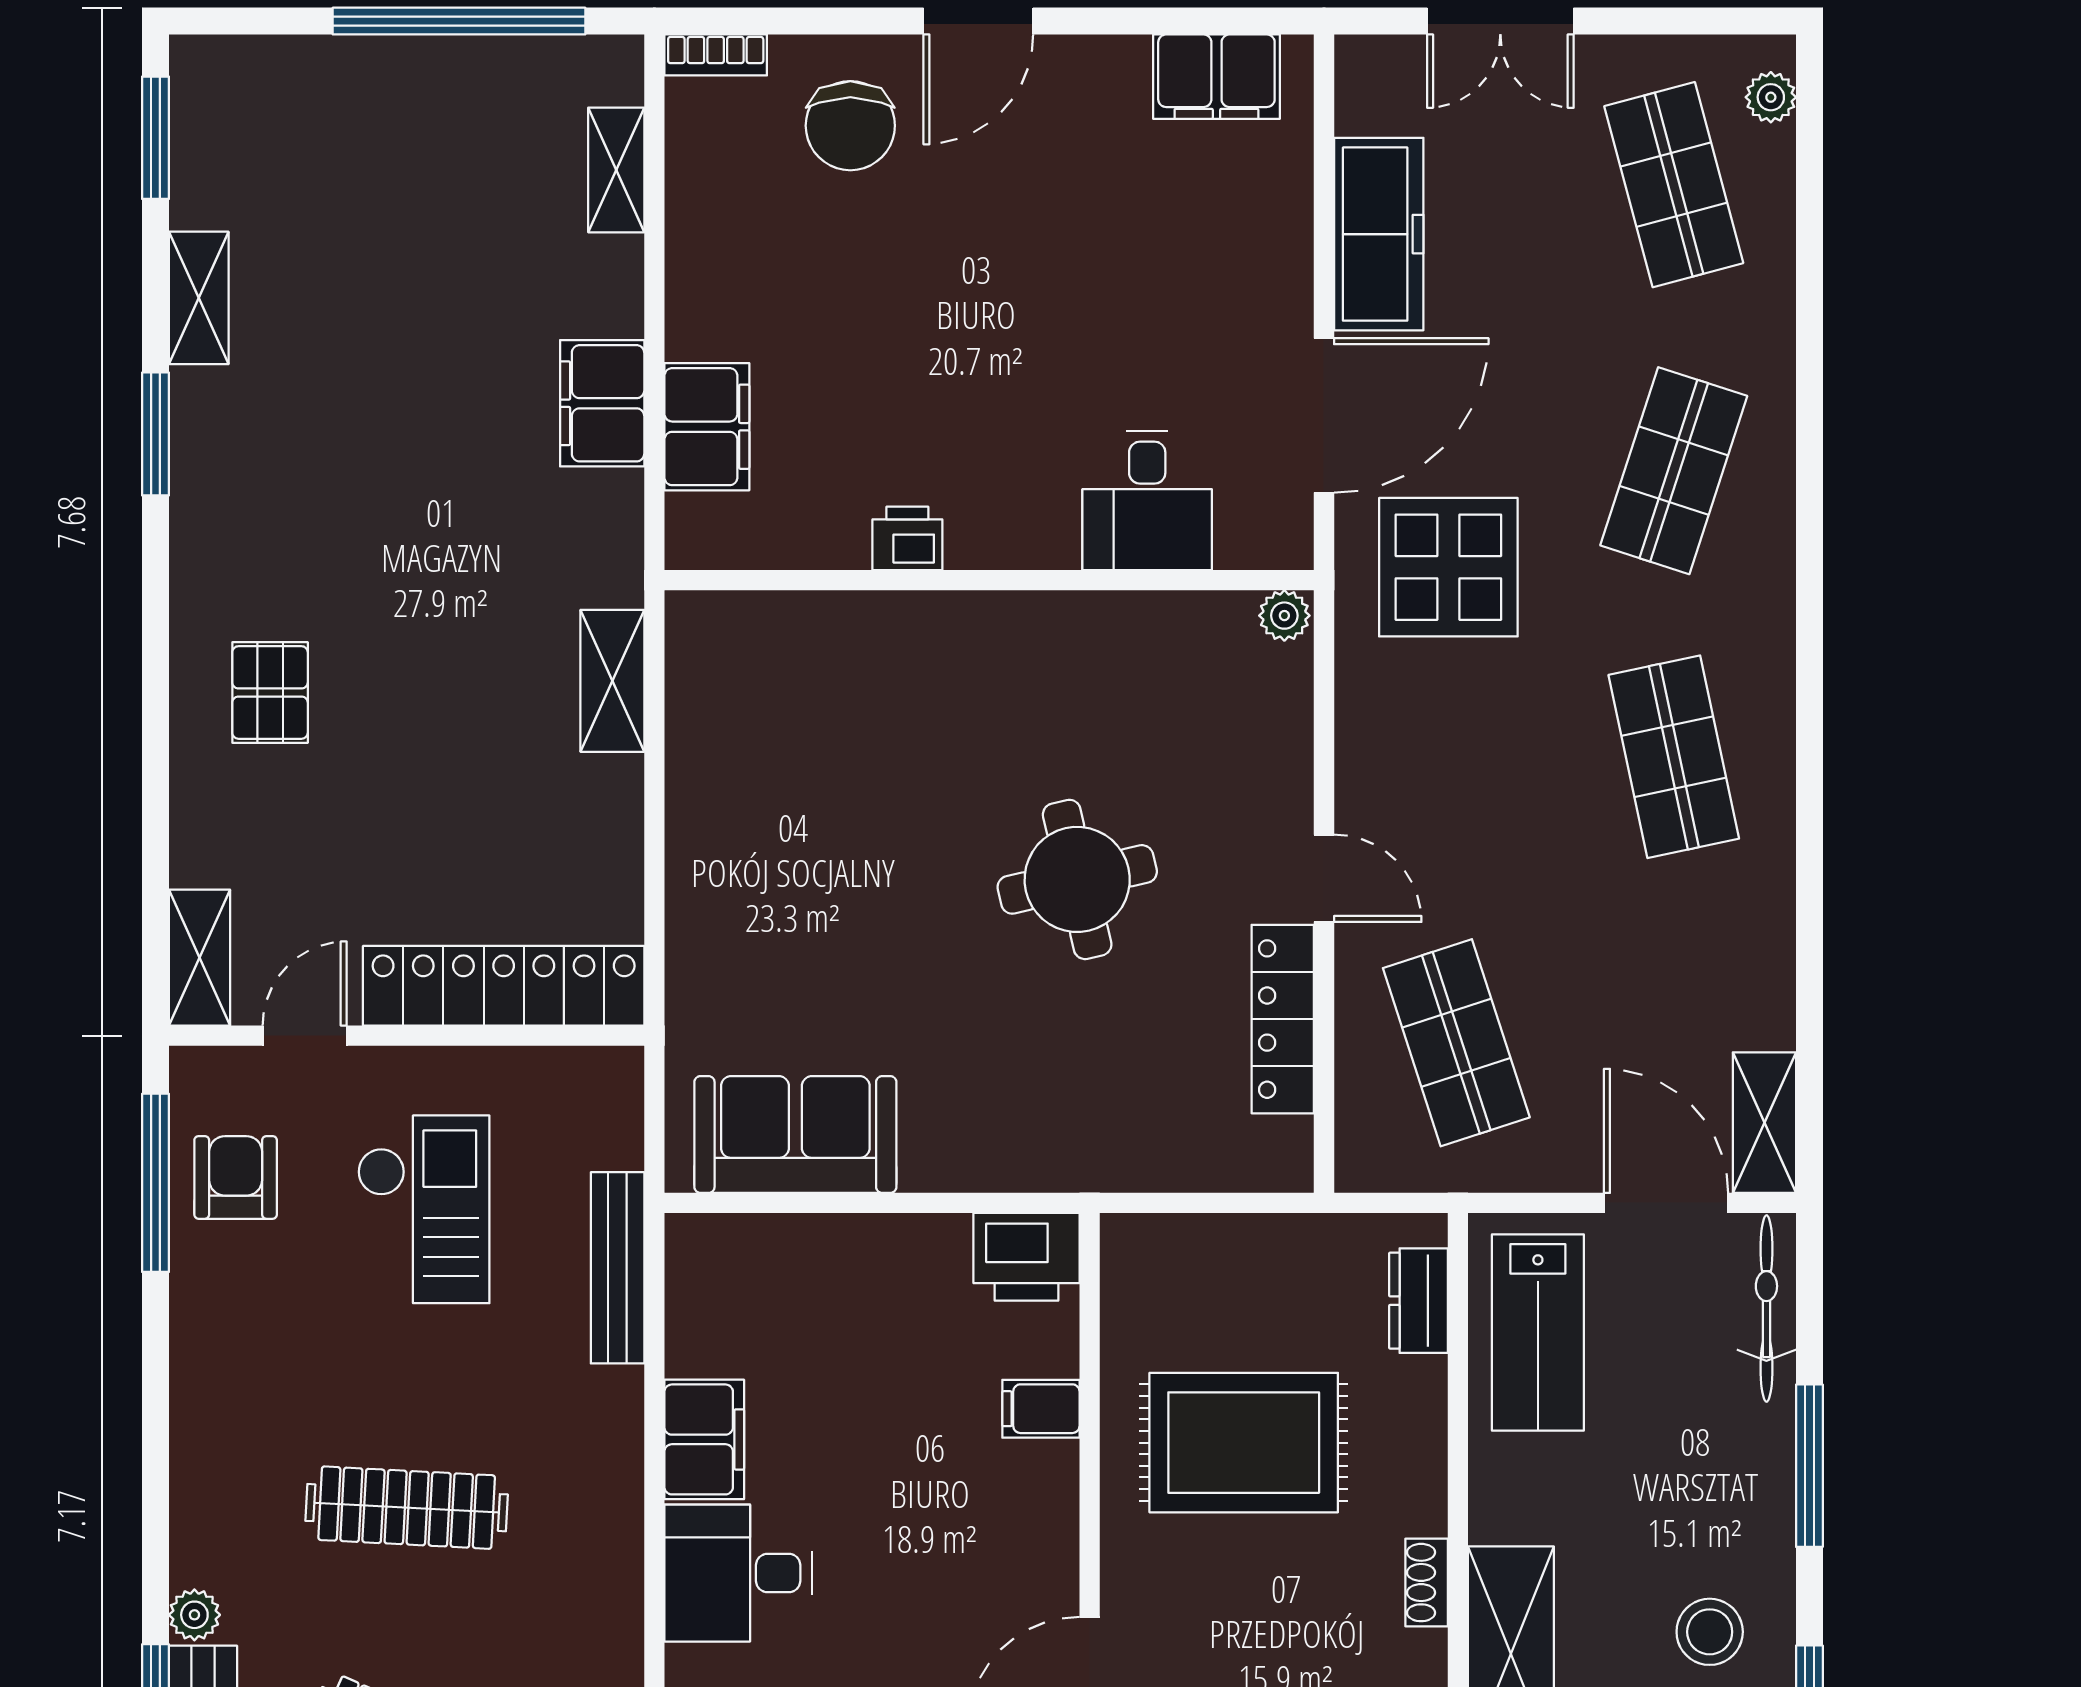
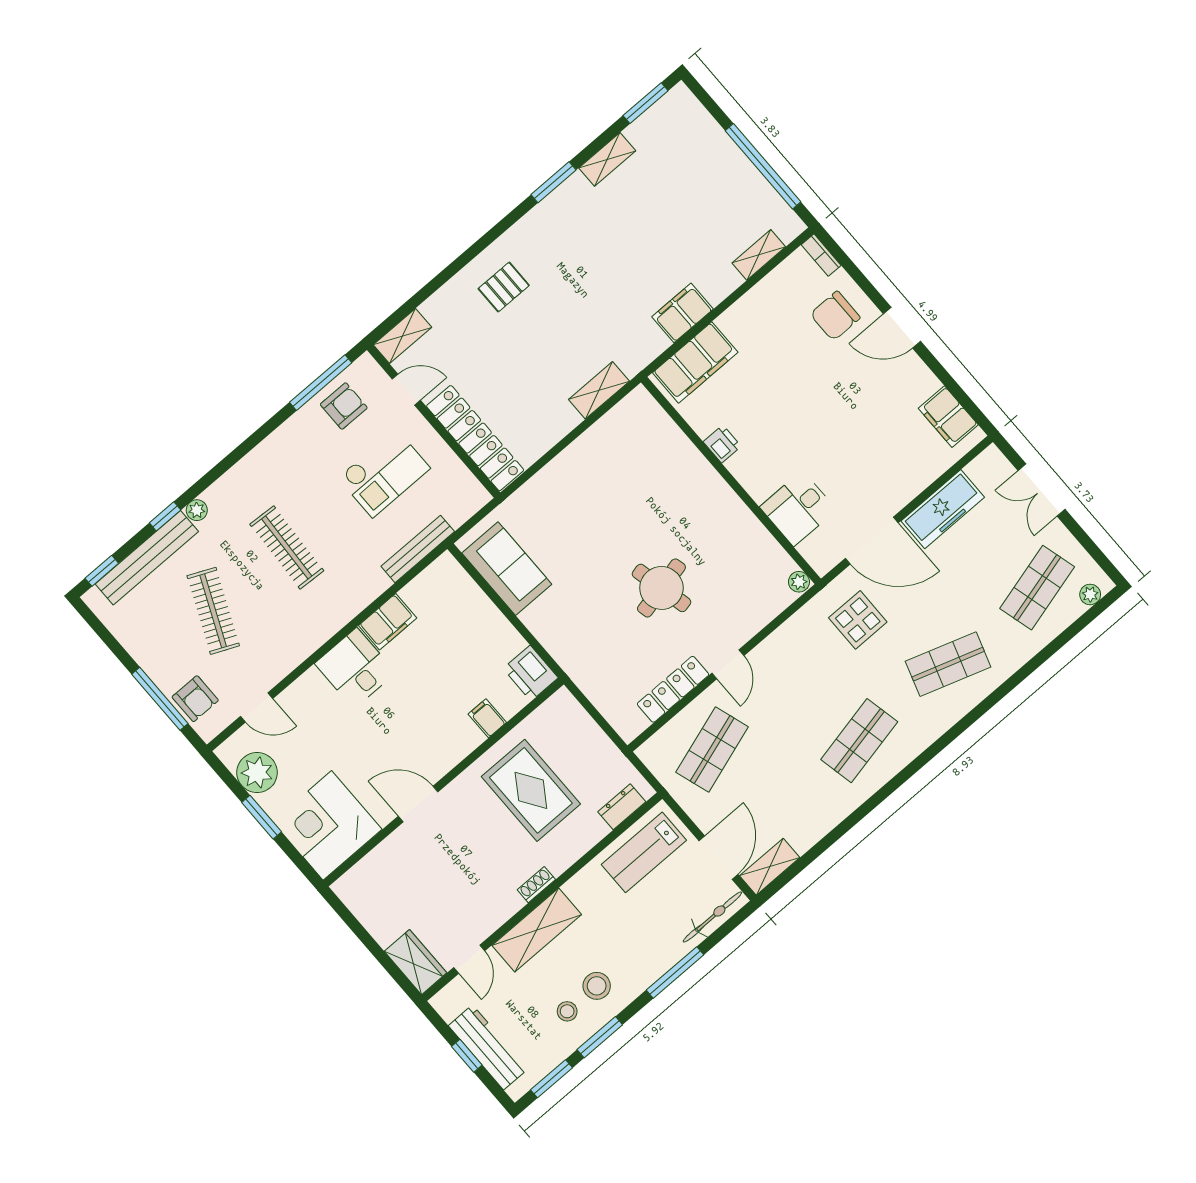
filing cabinet: (707, 427) -> (695, 362), width x1.50, depth x1.17
display table: (1448, 567) -> (858, 620), width x0.73, depth x0.73

